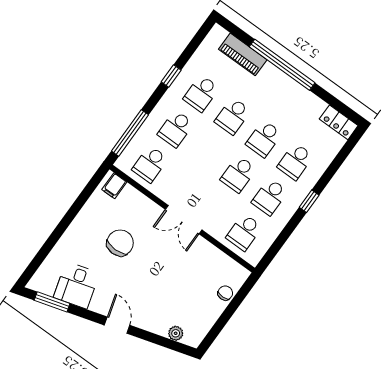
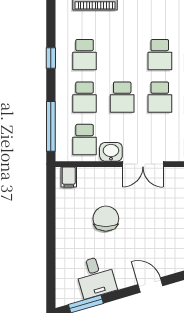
school desk: (233, 116) -> (122, 97), moved
washbasin: (165, 190) -> (111, 152), added

